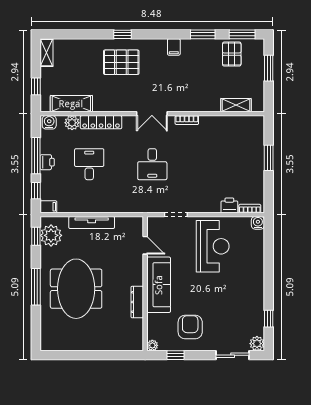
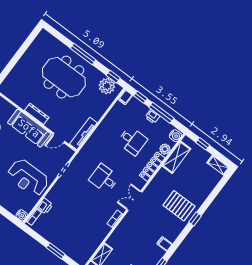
pallet: (121, 62) -> (179, 206), turned 90
tv unit: (92, 223) -> (83, 133), moved
dresser: (137, 302) -> (37, 114), moved

